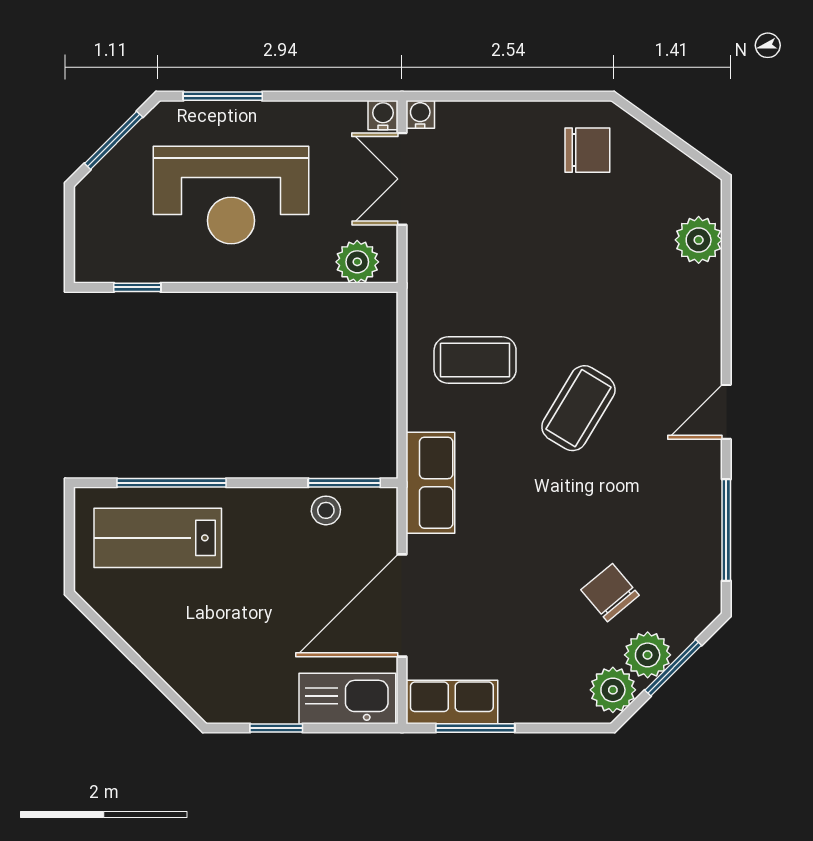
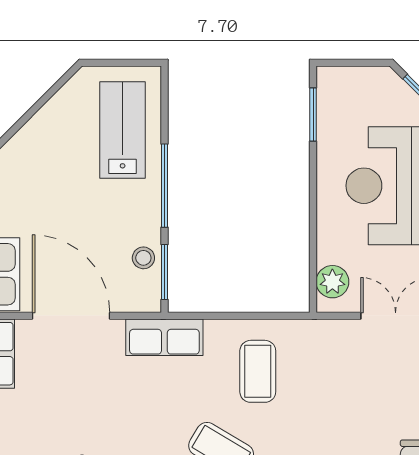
window: (137, 287) -> (313, 114), width x1.50
window: (171, 483) -> (164, 186), moved

